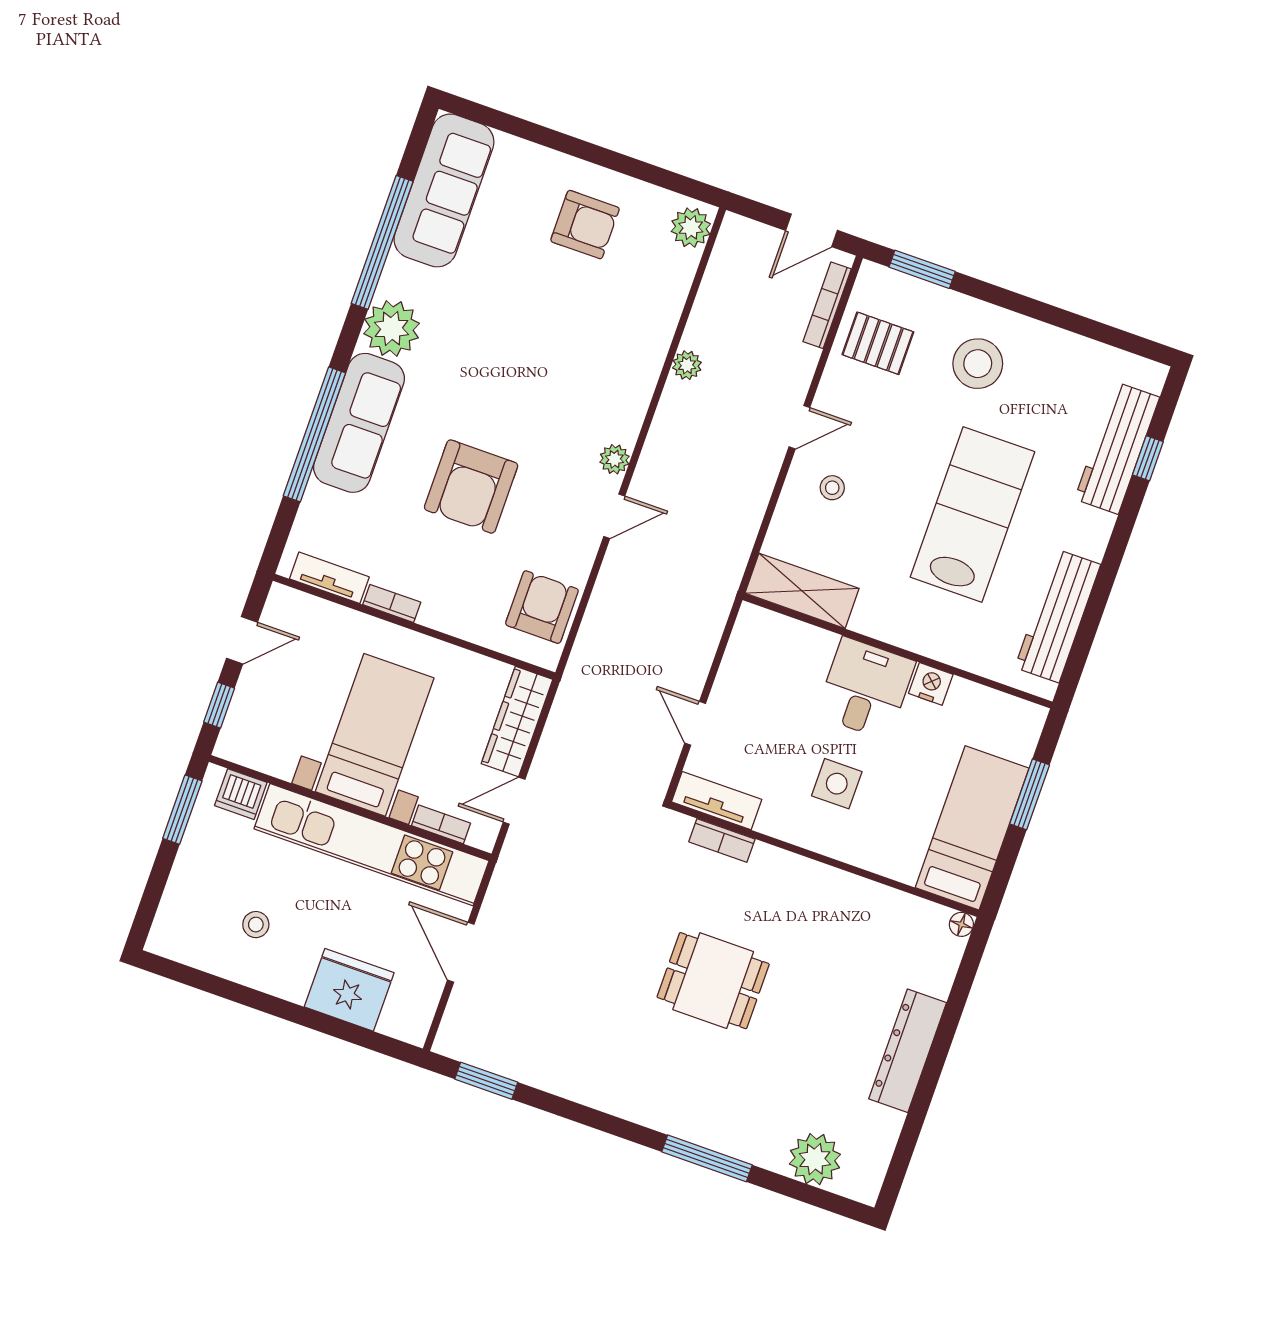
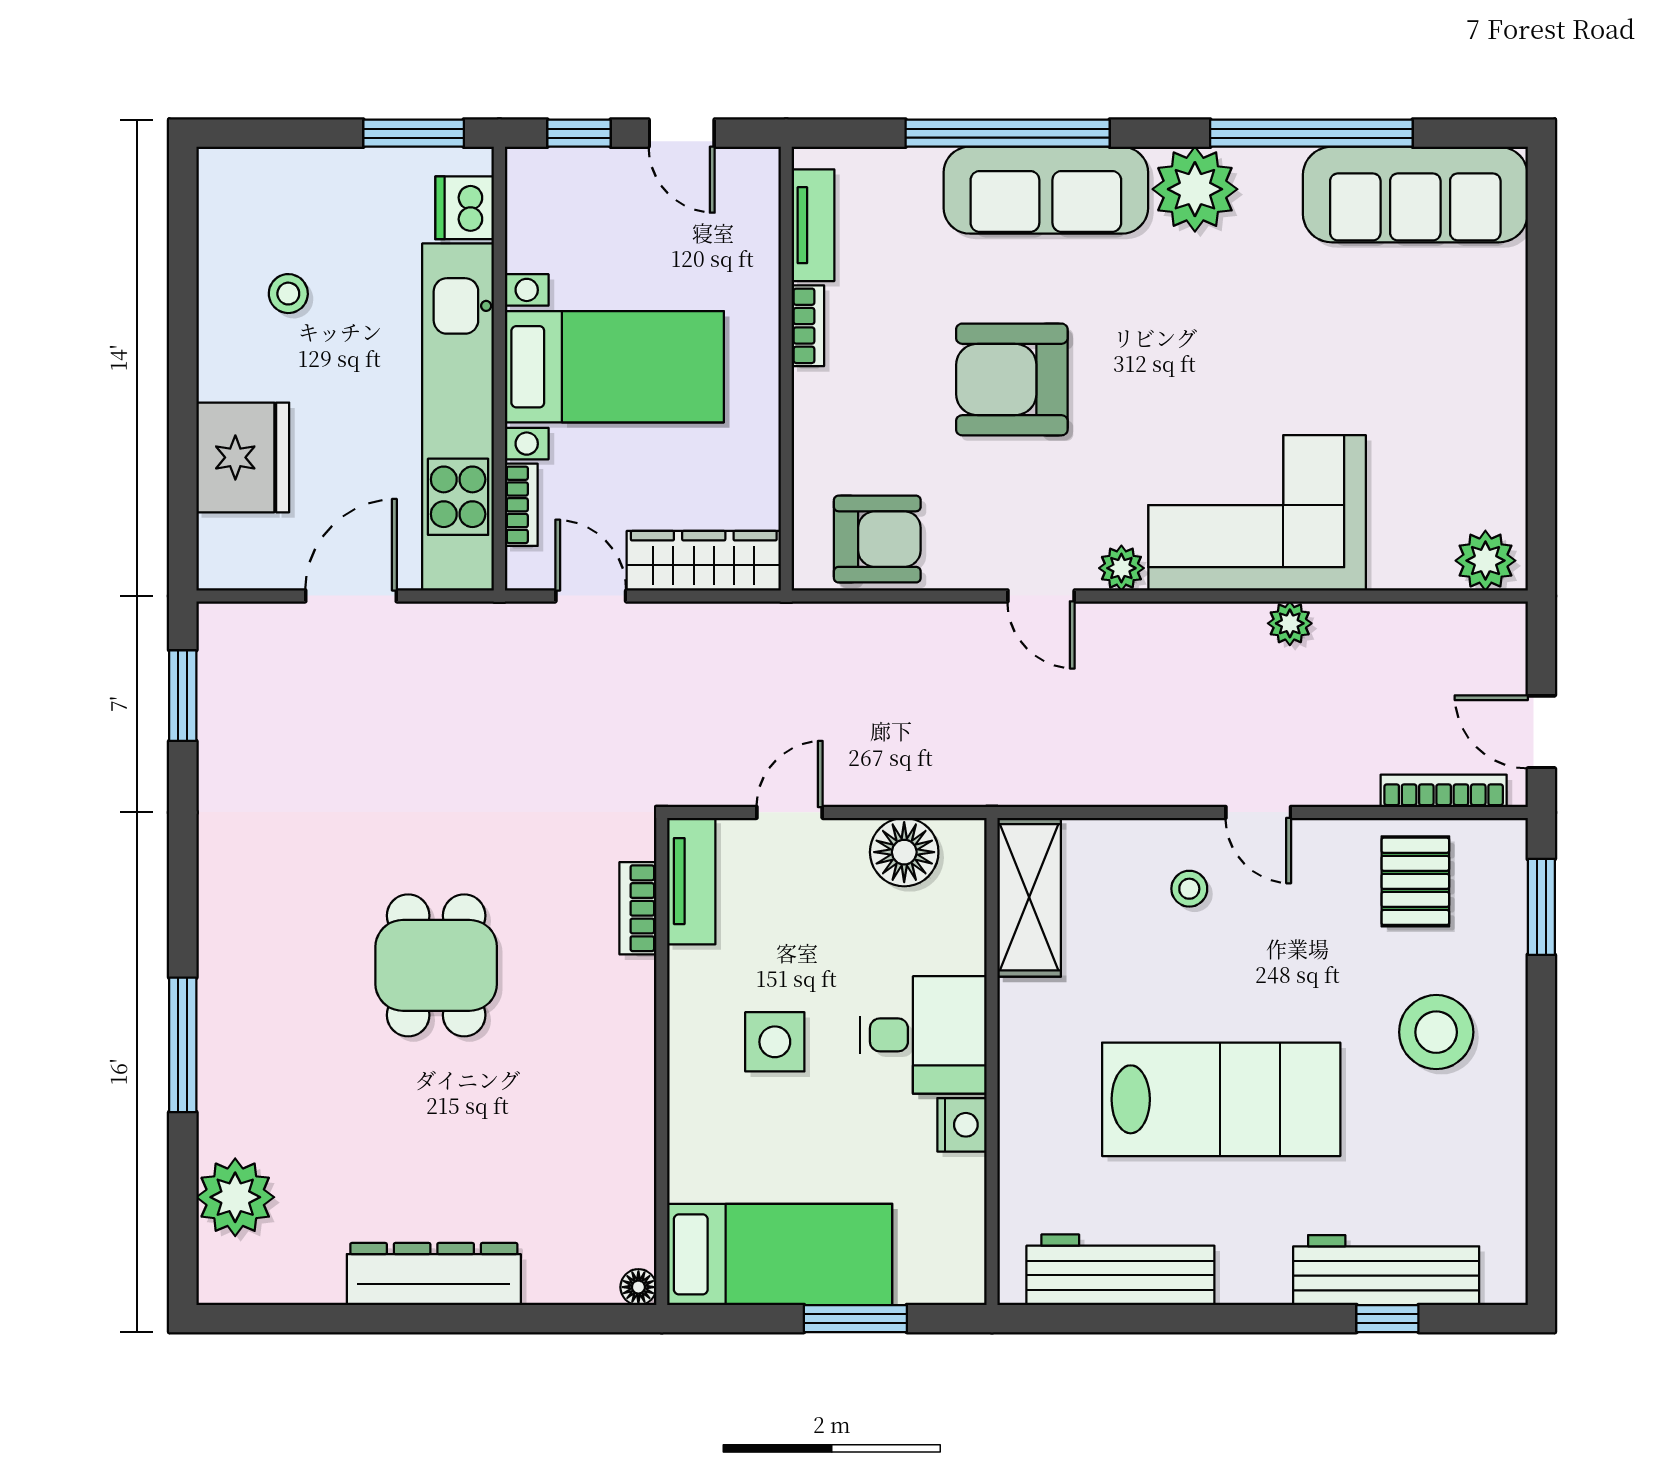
armchair: (585, 225) -> (1437, 410), removed
corner sofa: (610, 361) -> (1257, 513), added
floor lamp: (746, 660) -> (904, 852), added

